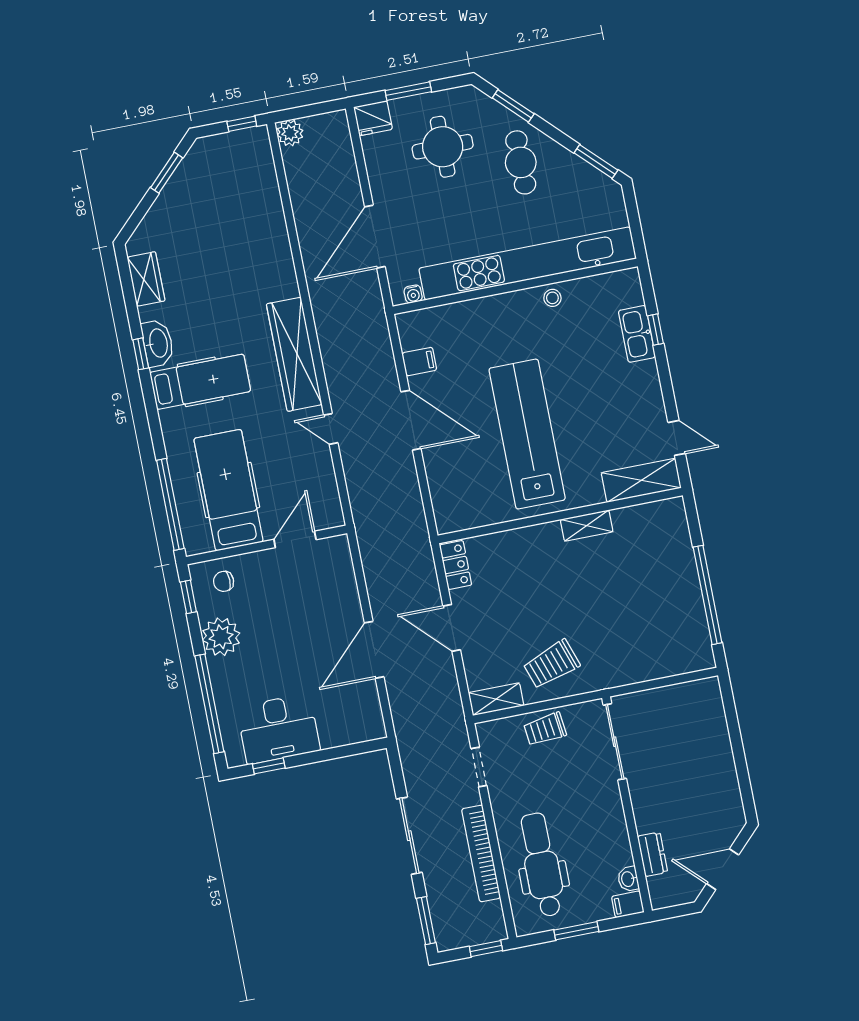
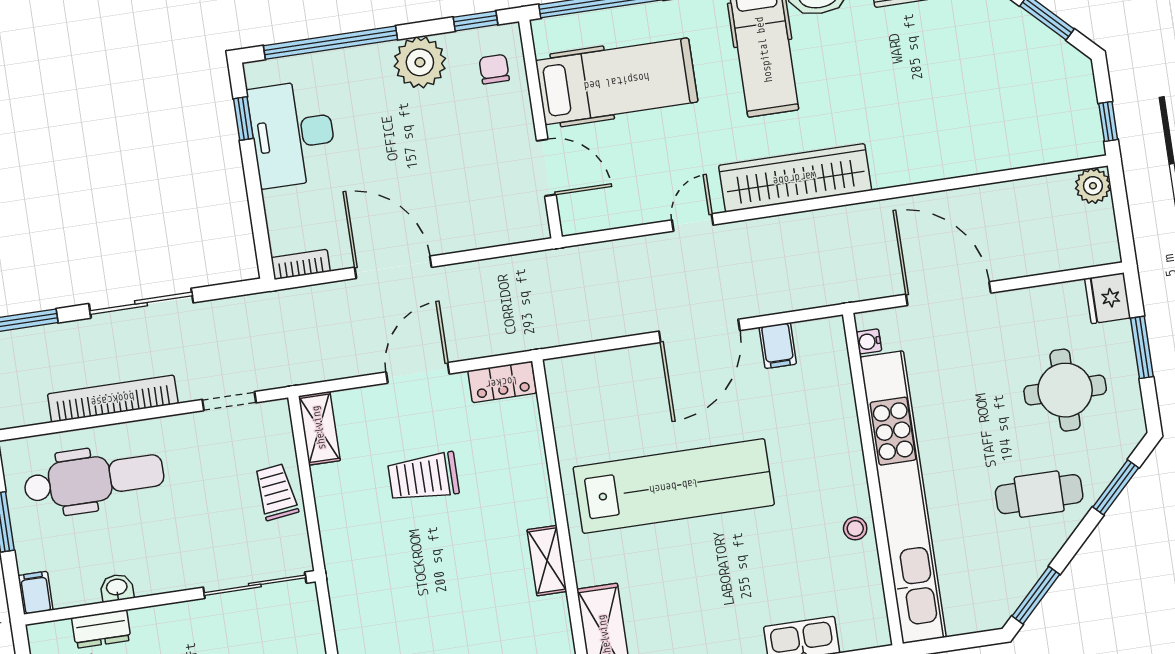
trolley: (552, 664) -> (423, 477), moved, turned -71
bookcase: (375, 718) -> (301, 265), added
washbasin: (628, 879) -> (117, 588), moved

